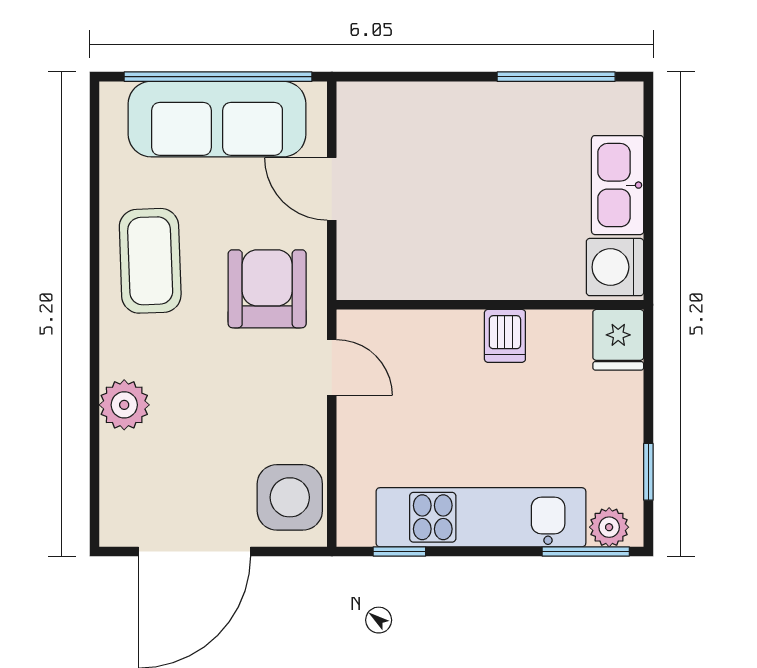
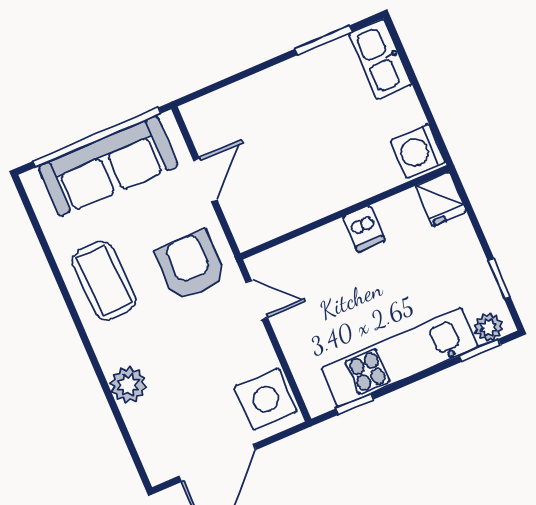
window: (556, 77) -> (323, 40), width x0.69
kitchen sink: (618, 185) -> (380, 59), moved
door: (332, 189) -> (205, 180), swing flipped
window: (586, 551) -> (480, 350), width x0.67

